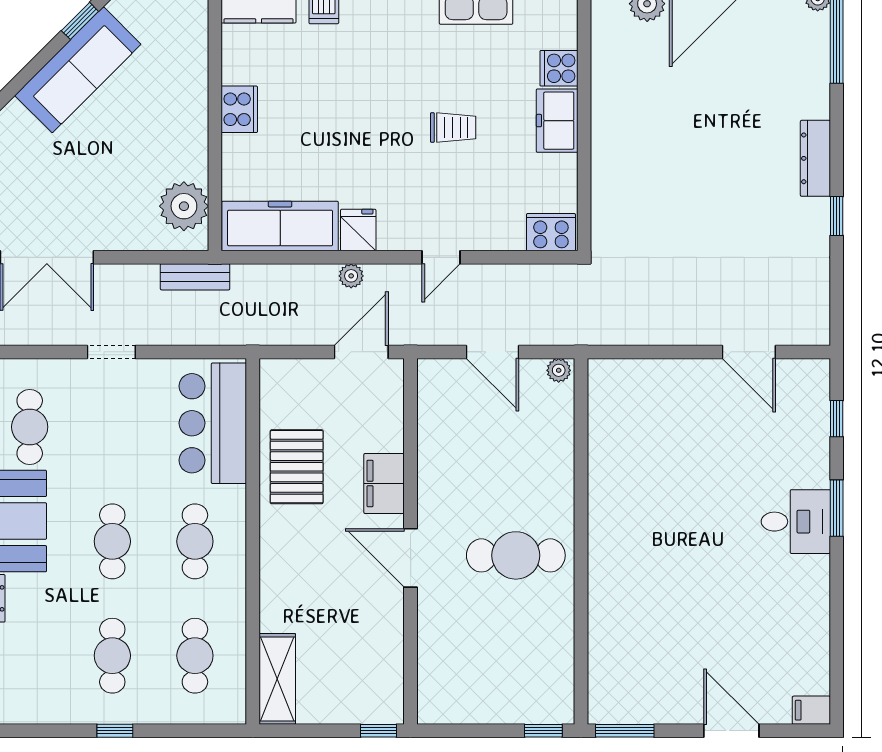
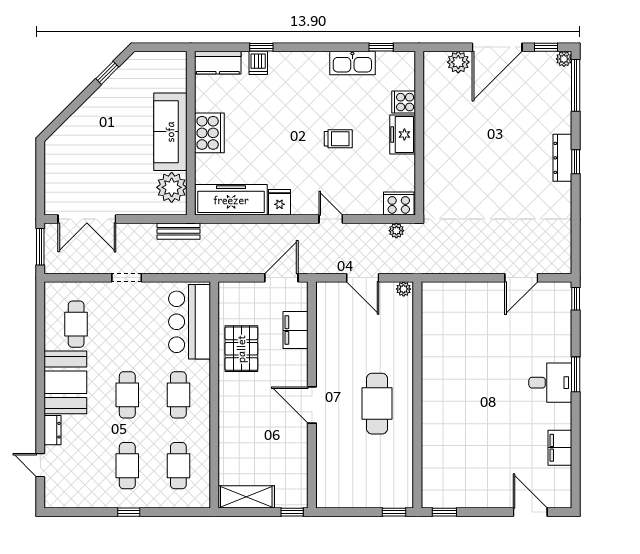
sofa: (78, 70) -> (170, 132), moved, turned 135
cooker: (239, 109) -> (209, 133), width x1.37, depth x1.31
window: (837, 216) -> (576, 162), moved
door: (441, 257) -> (331, 219), swing flipped
plant: (351, 276) -> (396, 231), moved
door: (749, 352) -> (521, 278), hinge flipped
window: (837, 419) -> (576, 299), moved
filing cabinet: (384, 483) -> (296, 330), moved
cafe table: (516, 555) -> (377, 404), turned 90
shelving: (277, 679) -> (246, 497), moved, turned 90
filing cabinet: (811, 710) -> (560, 448), moved, width x2.00
window: (625, 731) -> (444, 512), width x0.67
door: (731, 731) -> (530, 512), moved

